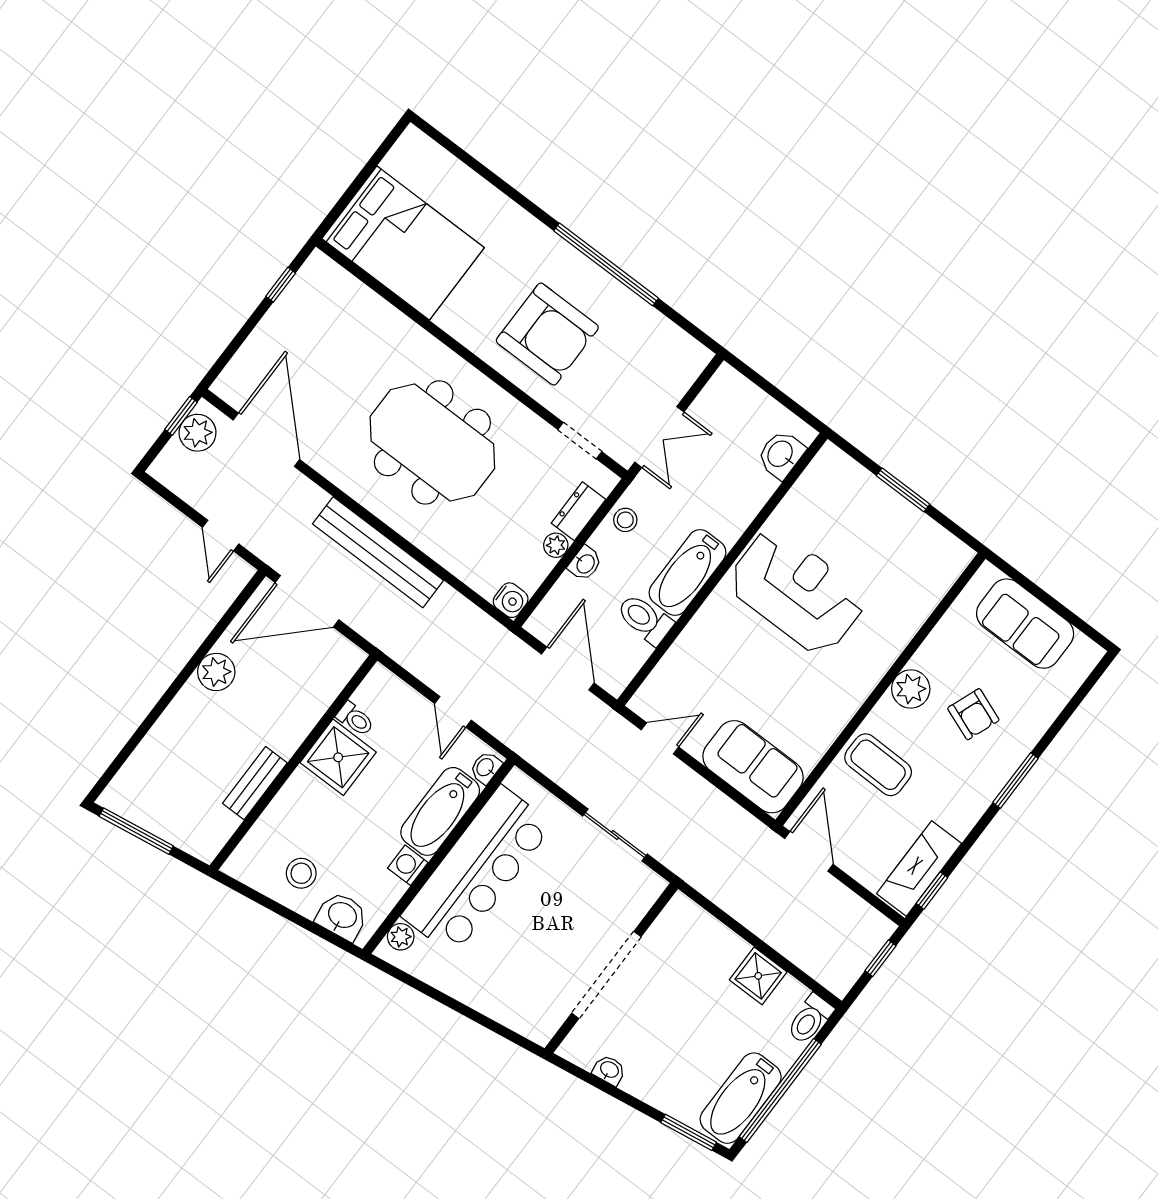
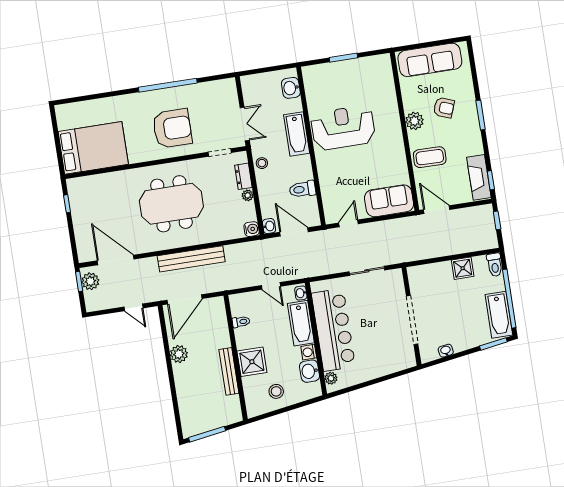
washbasin: (585, 563) -> (269, 226), moved
bathtub: (688, 573) -> (297, 134), moved
sofa: (1025, 624) -> (430, 60), width x1.36
shower: (338, 757) -> (252, 362), moved
bench: (255, 783) -> (229, 371), width x1.36
washbasin: (342, 916) -> (310, 371), moved, turned -81

